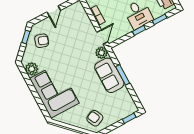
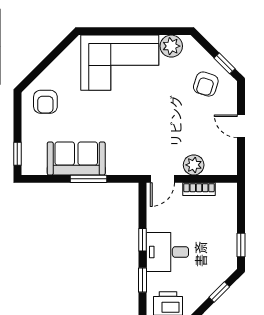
door: (102, 37) -> (162, 179), hinge flipped
plant: (102, 53) -> (194, 165), moved
sofa: (109, 75) -> (76, 158), moved
armchair: (95, 118) -> (45, 102), turned 115

